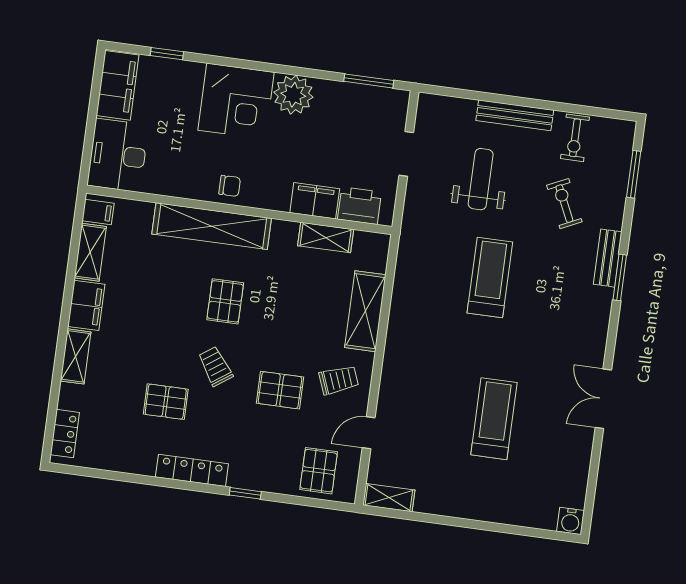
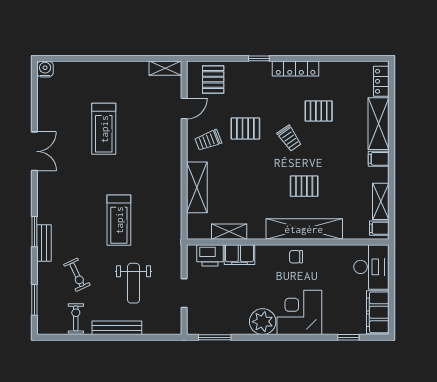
pallet: (225, 301) -> (304, 186), moved, turned 90
filing cabinet: (86, 305) -> (379, 159), width x0.50
shelving: (76, 356) -> (379, 124), width x1.50, depth x1.33

